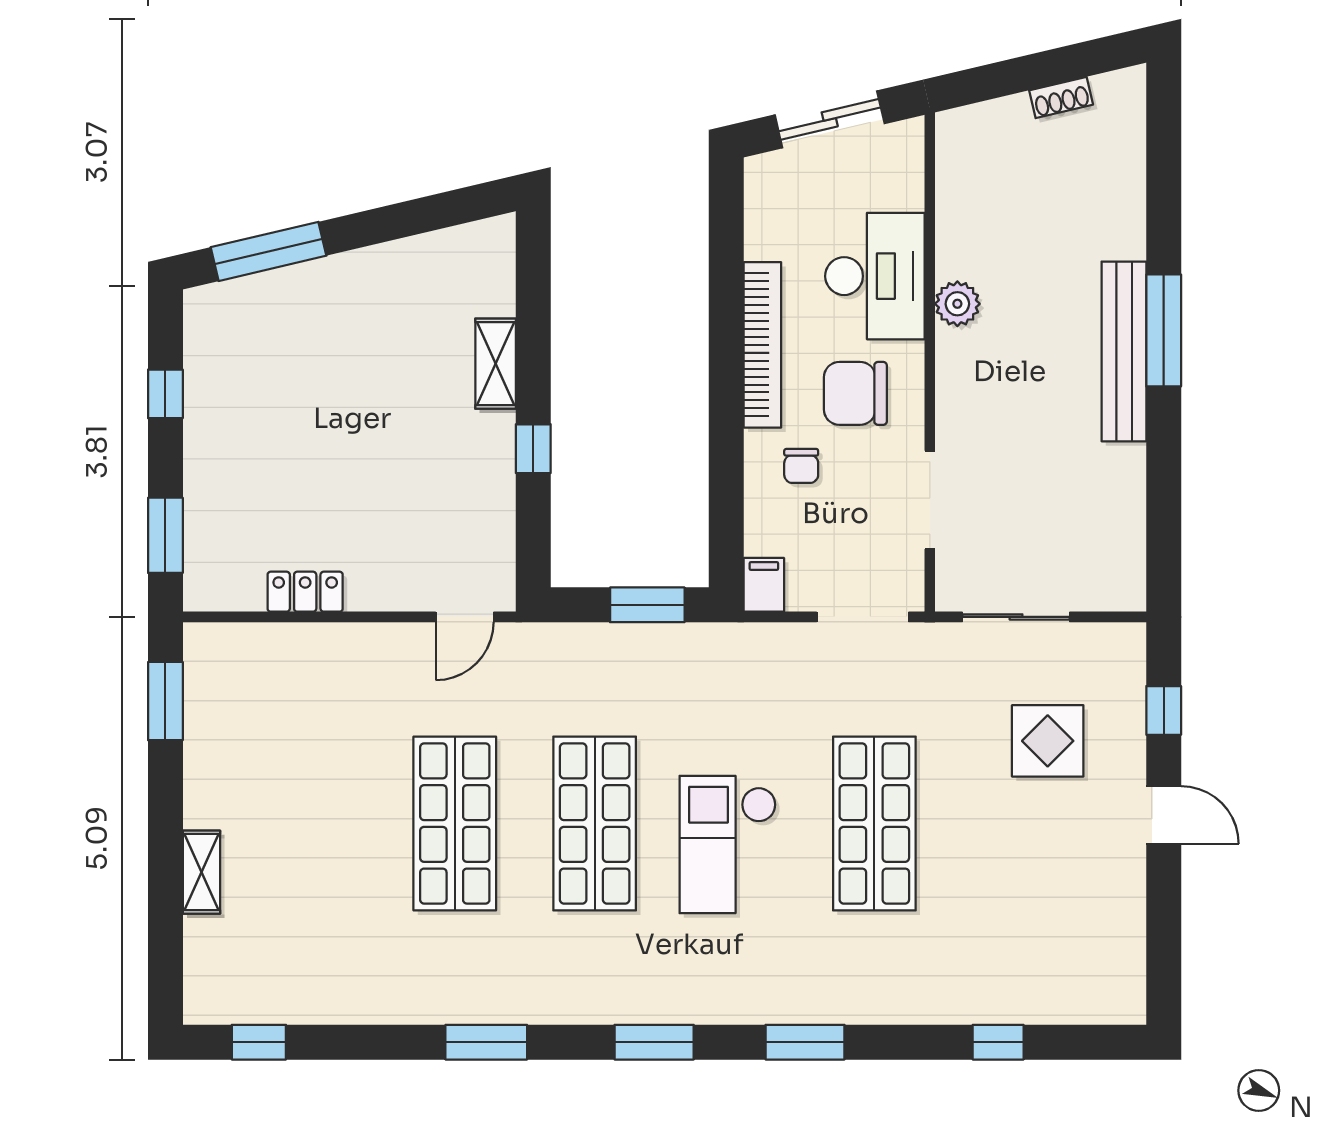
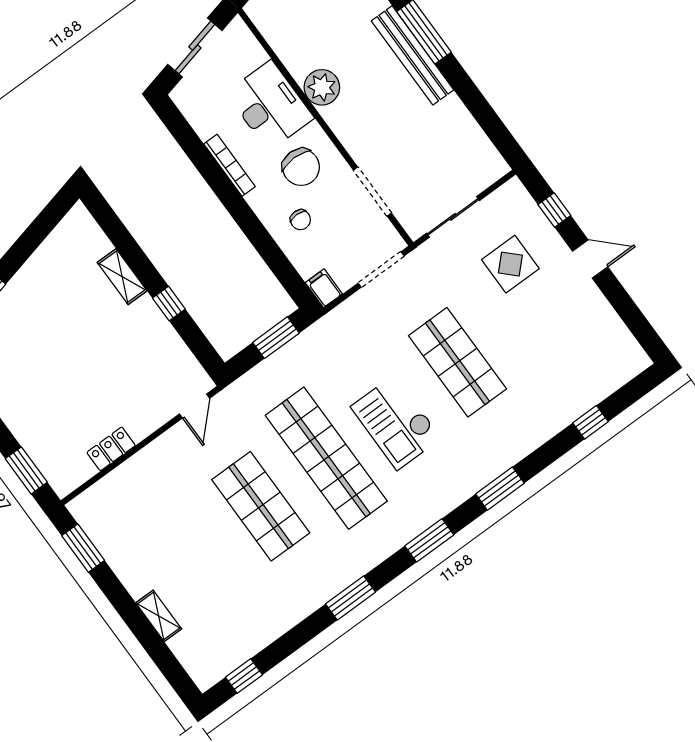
plant: (957, 304) -> (322, 87), width x1.36, depth x1.36
bookcase: (762, 345) -> (229, 165), width x0.68, depth x0.76
chair: (855, 393) -> (301, 167), turned -90
shop shelf: (595, 823) -> (326, 458), width x1.40

